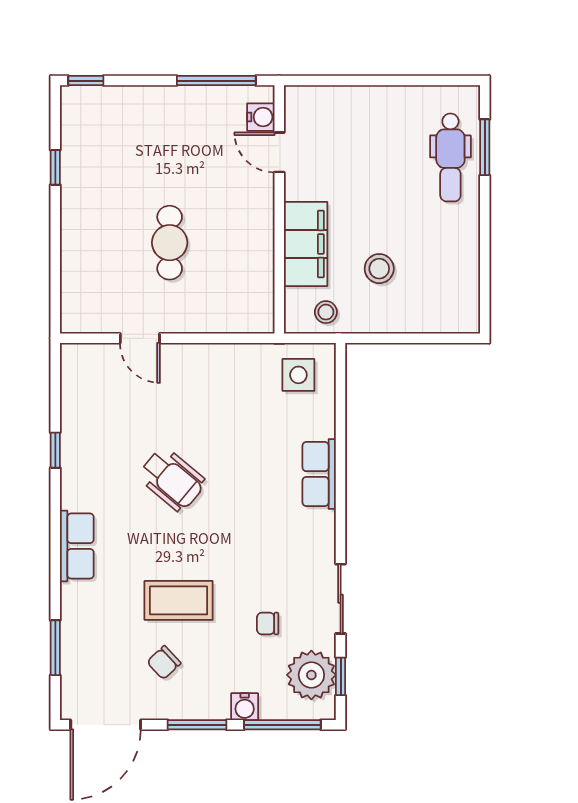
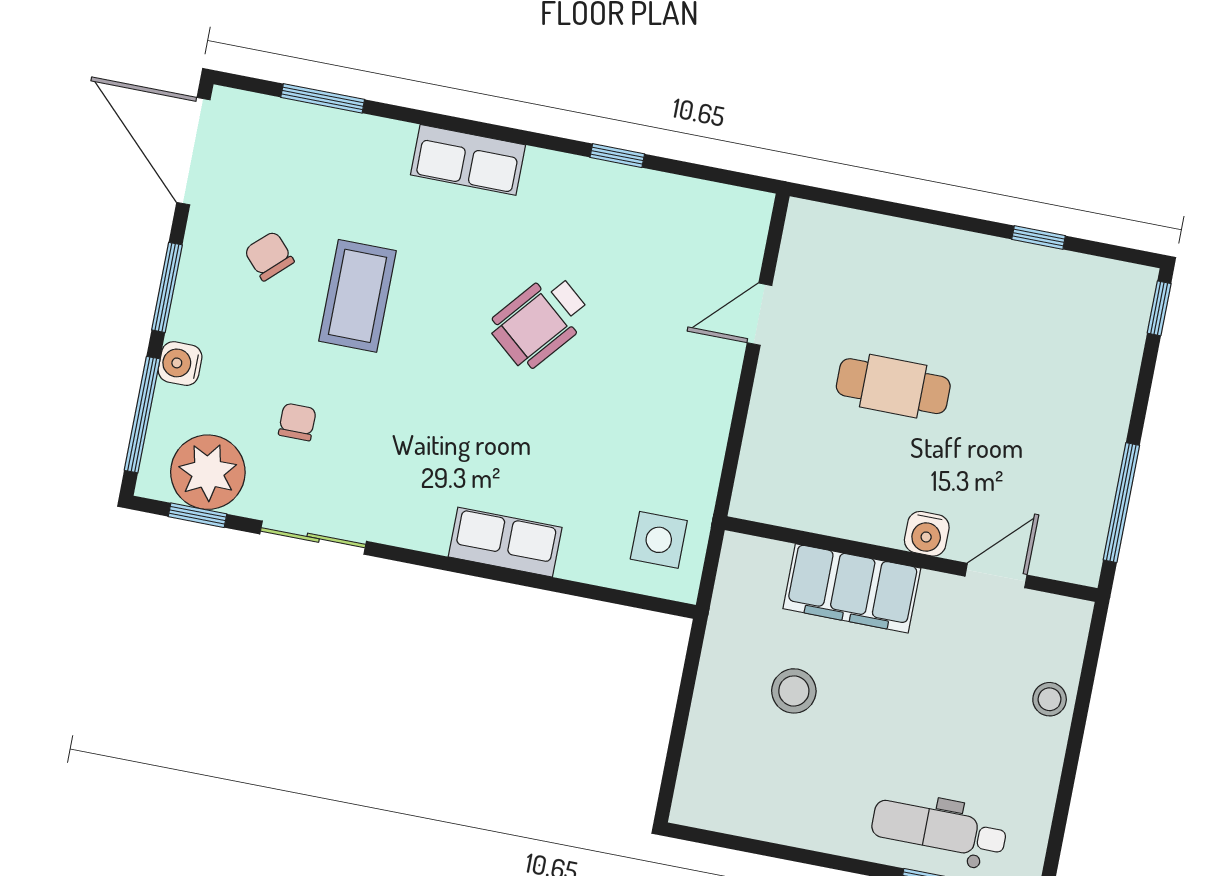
water cooler: (261, 117) -> (927, 534), moved
stool: (326, 312) -> (1050, 699), moved

